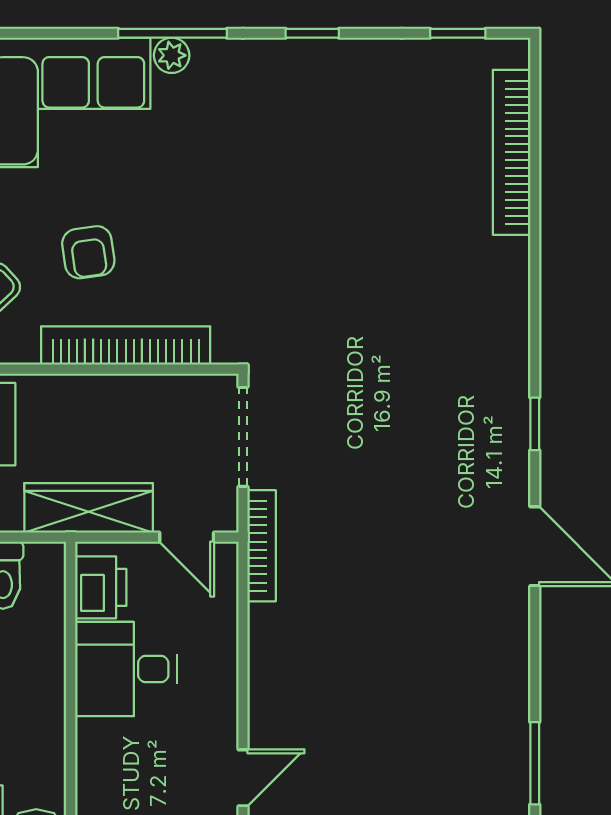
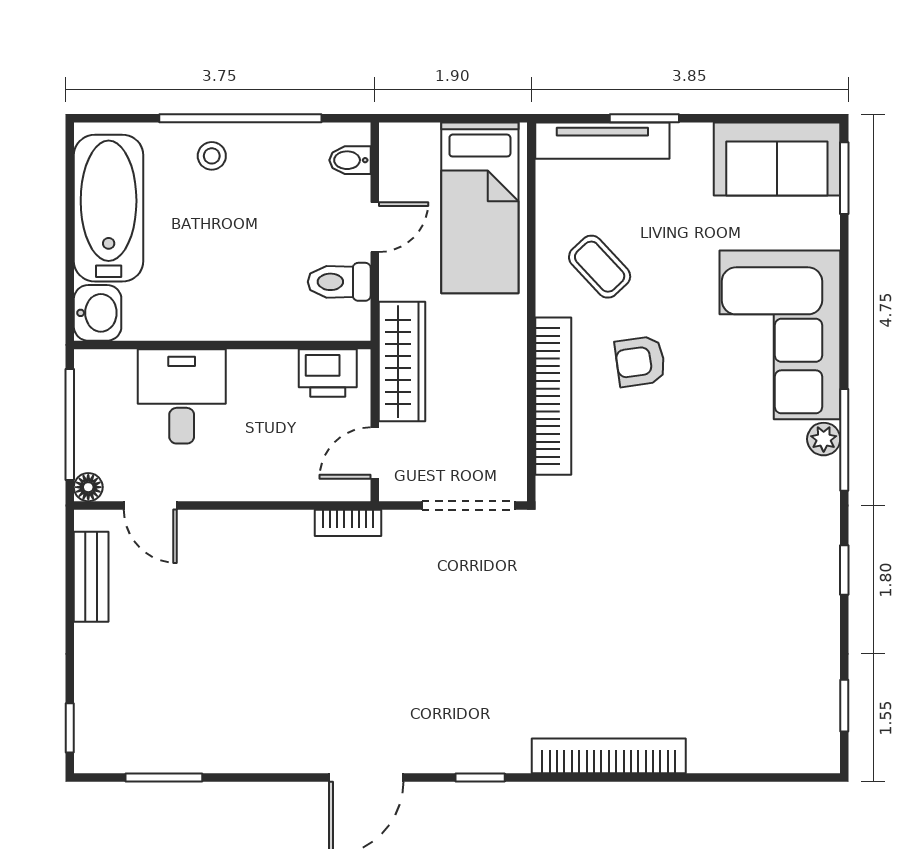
bookcase: (512, 152) -> (609, 756), moved
bookcase: (262, 546) -> (348, 523), width x0.64
desk: (126, 669) -> (182, 396), moved

